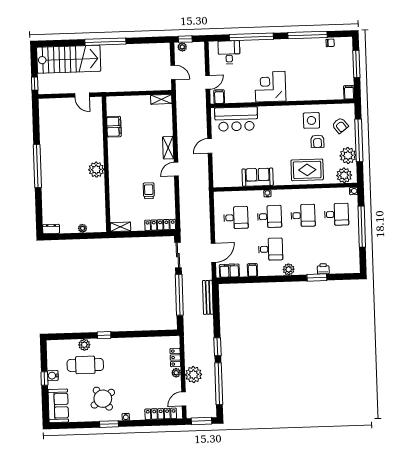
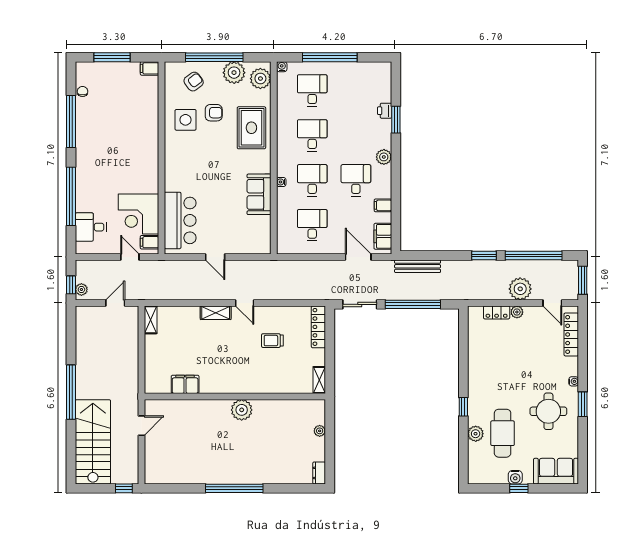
corner desk: (270, 87) -> (139, 214), moved
round table: (103, 399) -> (548, 411), turned 35

